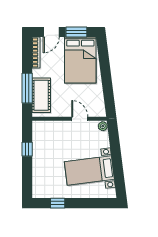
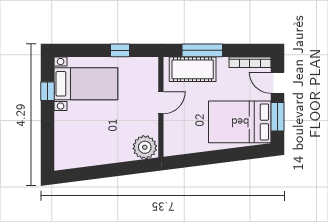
door: (80, 119) -> (161, 103), moved
plant: (103, 126) -> (145, 147), width x1.87, depth x1.87
bed with nightstands: (89, 170) -> (86, 84), moved, turned 97

